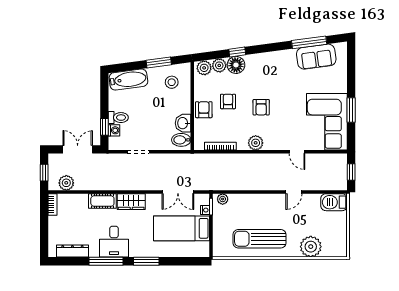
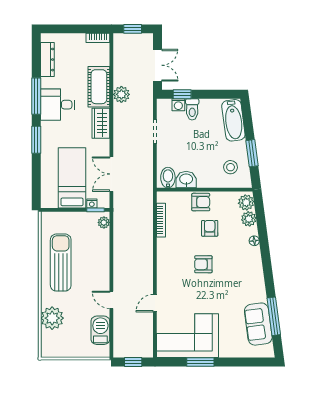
window: (237, 52) -> (263, 238), removed
floor lamp: (236, 65) -> (254, 241), width x0.53, depth x0.53
armchair: (228, 101) -> (210, 228), turned -90
plant: (256, 143) -> (165, 258), removed
plant: (66, 183) -> (121, 94), moved
cot: (102, 201) -> (99, 87), width x1.37, depth x1.34
barbecue: (334, 202) -> (100, 330), moved

